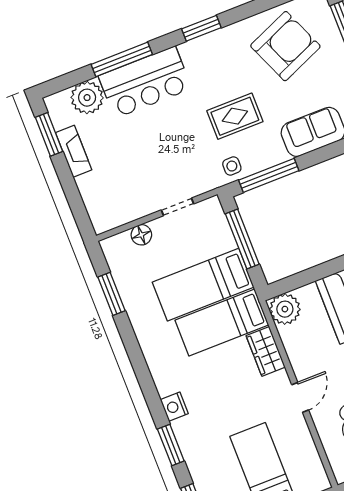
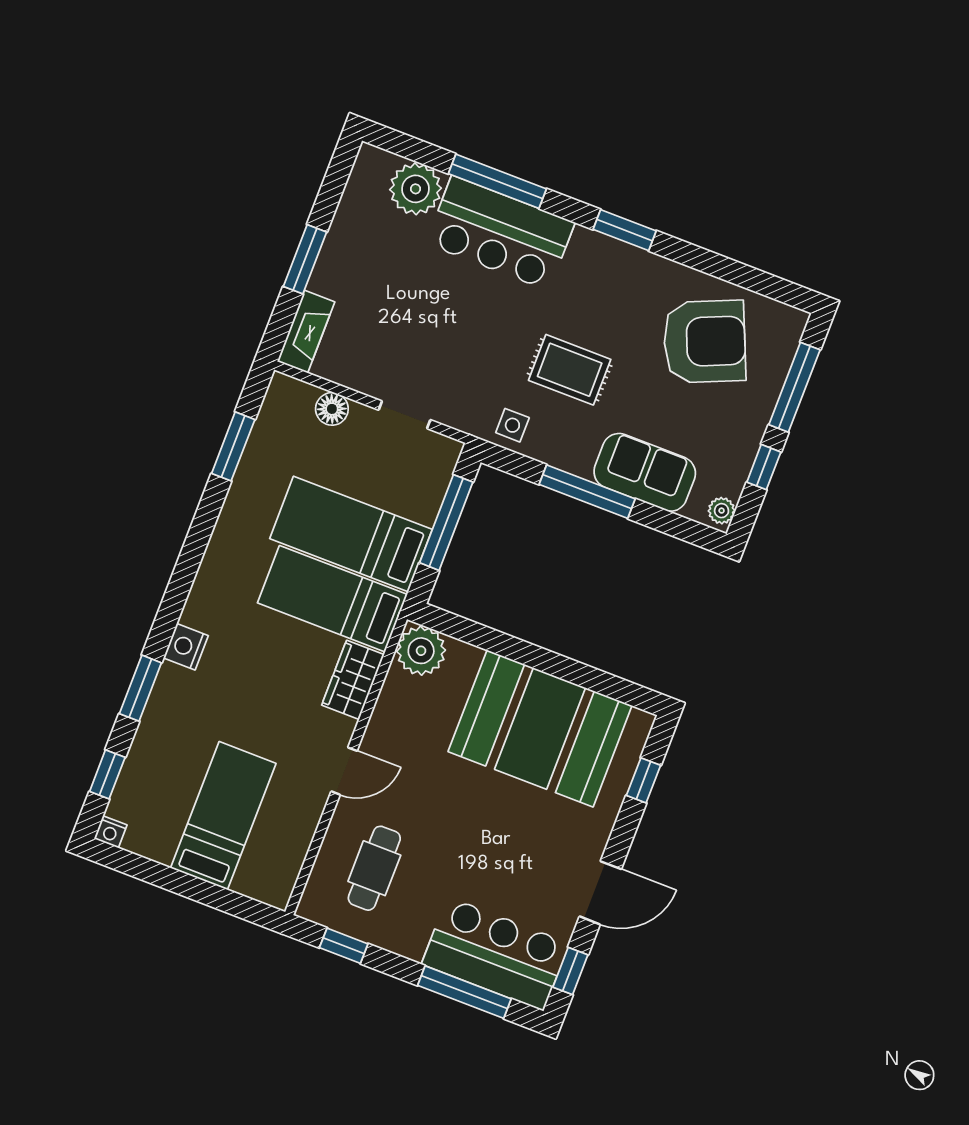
window: (49, 134) -> (305, 259), moved
fireplace: (74, 151) -> (306, 332), moved
window: (269, 175) -> (587, 492), moved

